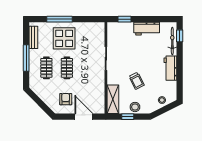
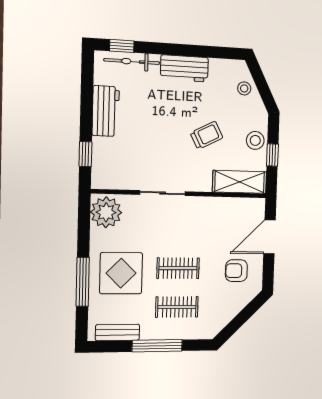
plant: (95, 30) -> (106, 212), added

